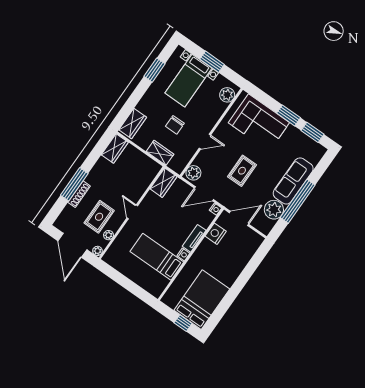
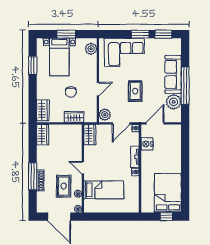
bed: (157, 257) -> (104, 190), moved, turned 180

